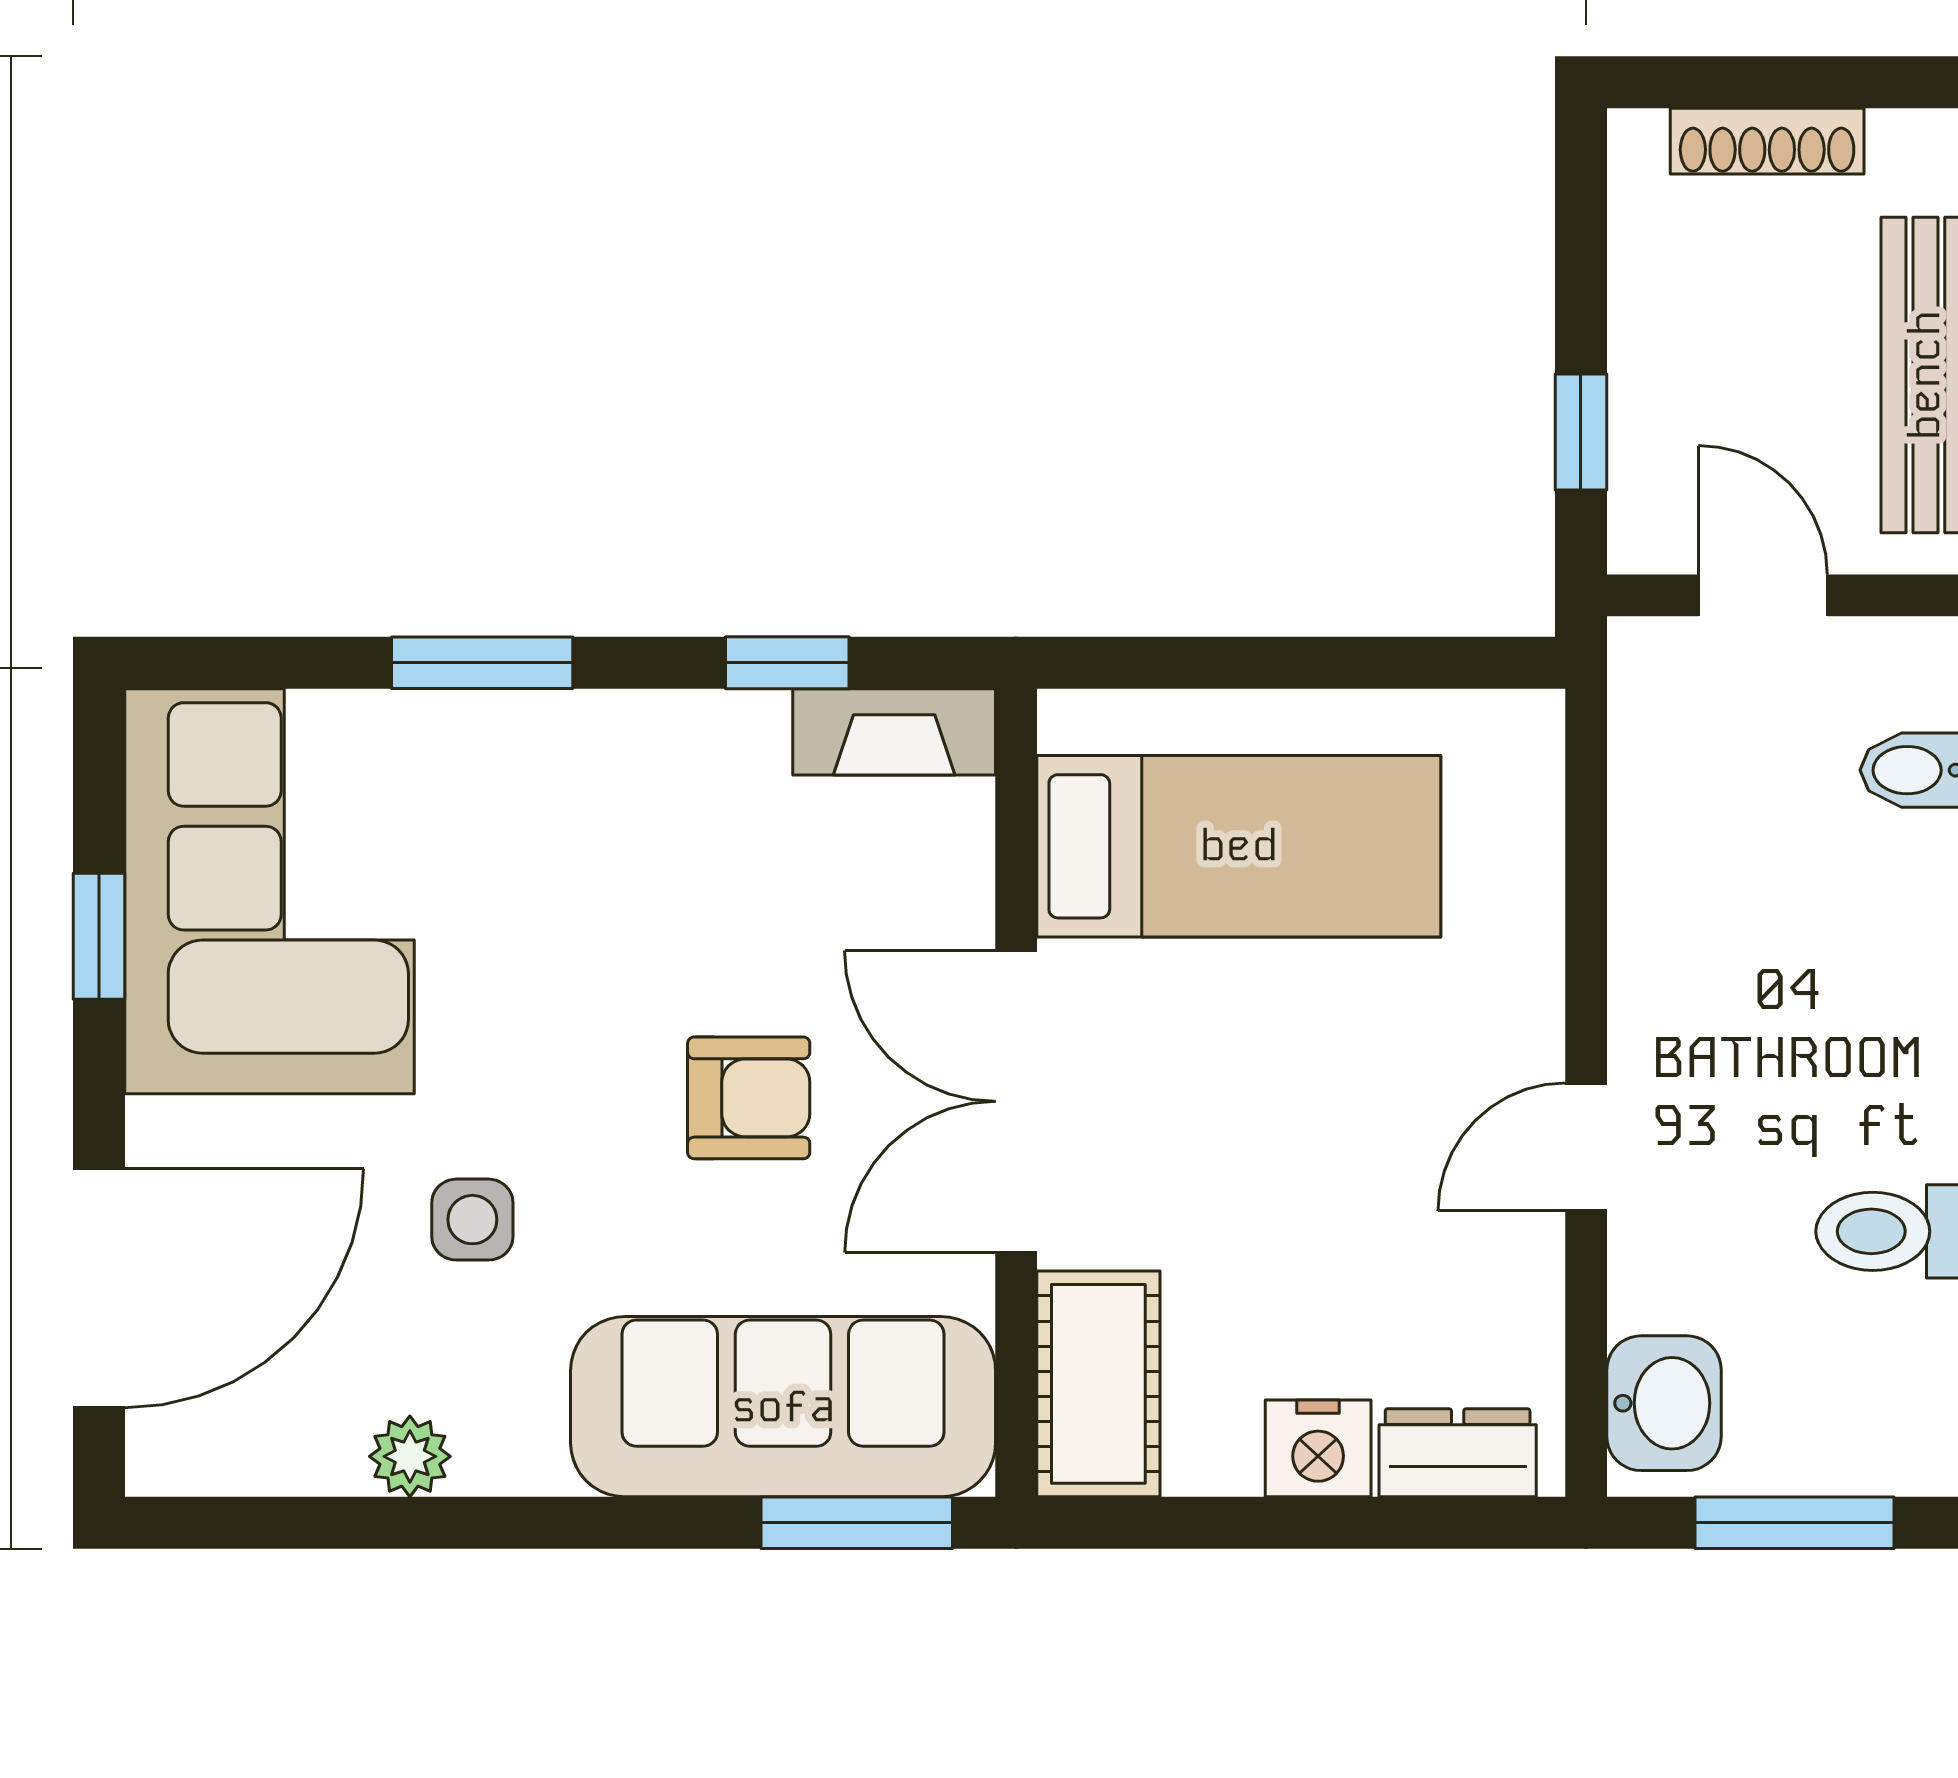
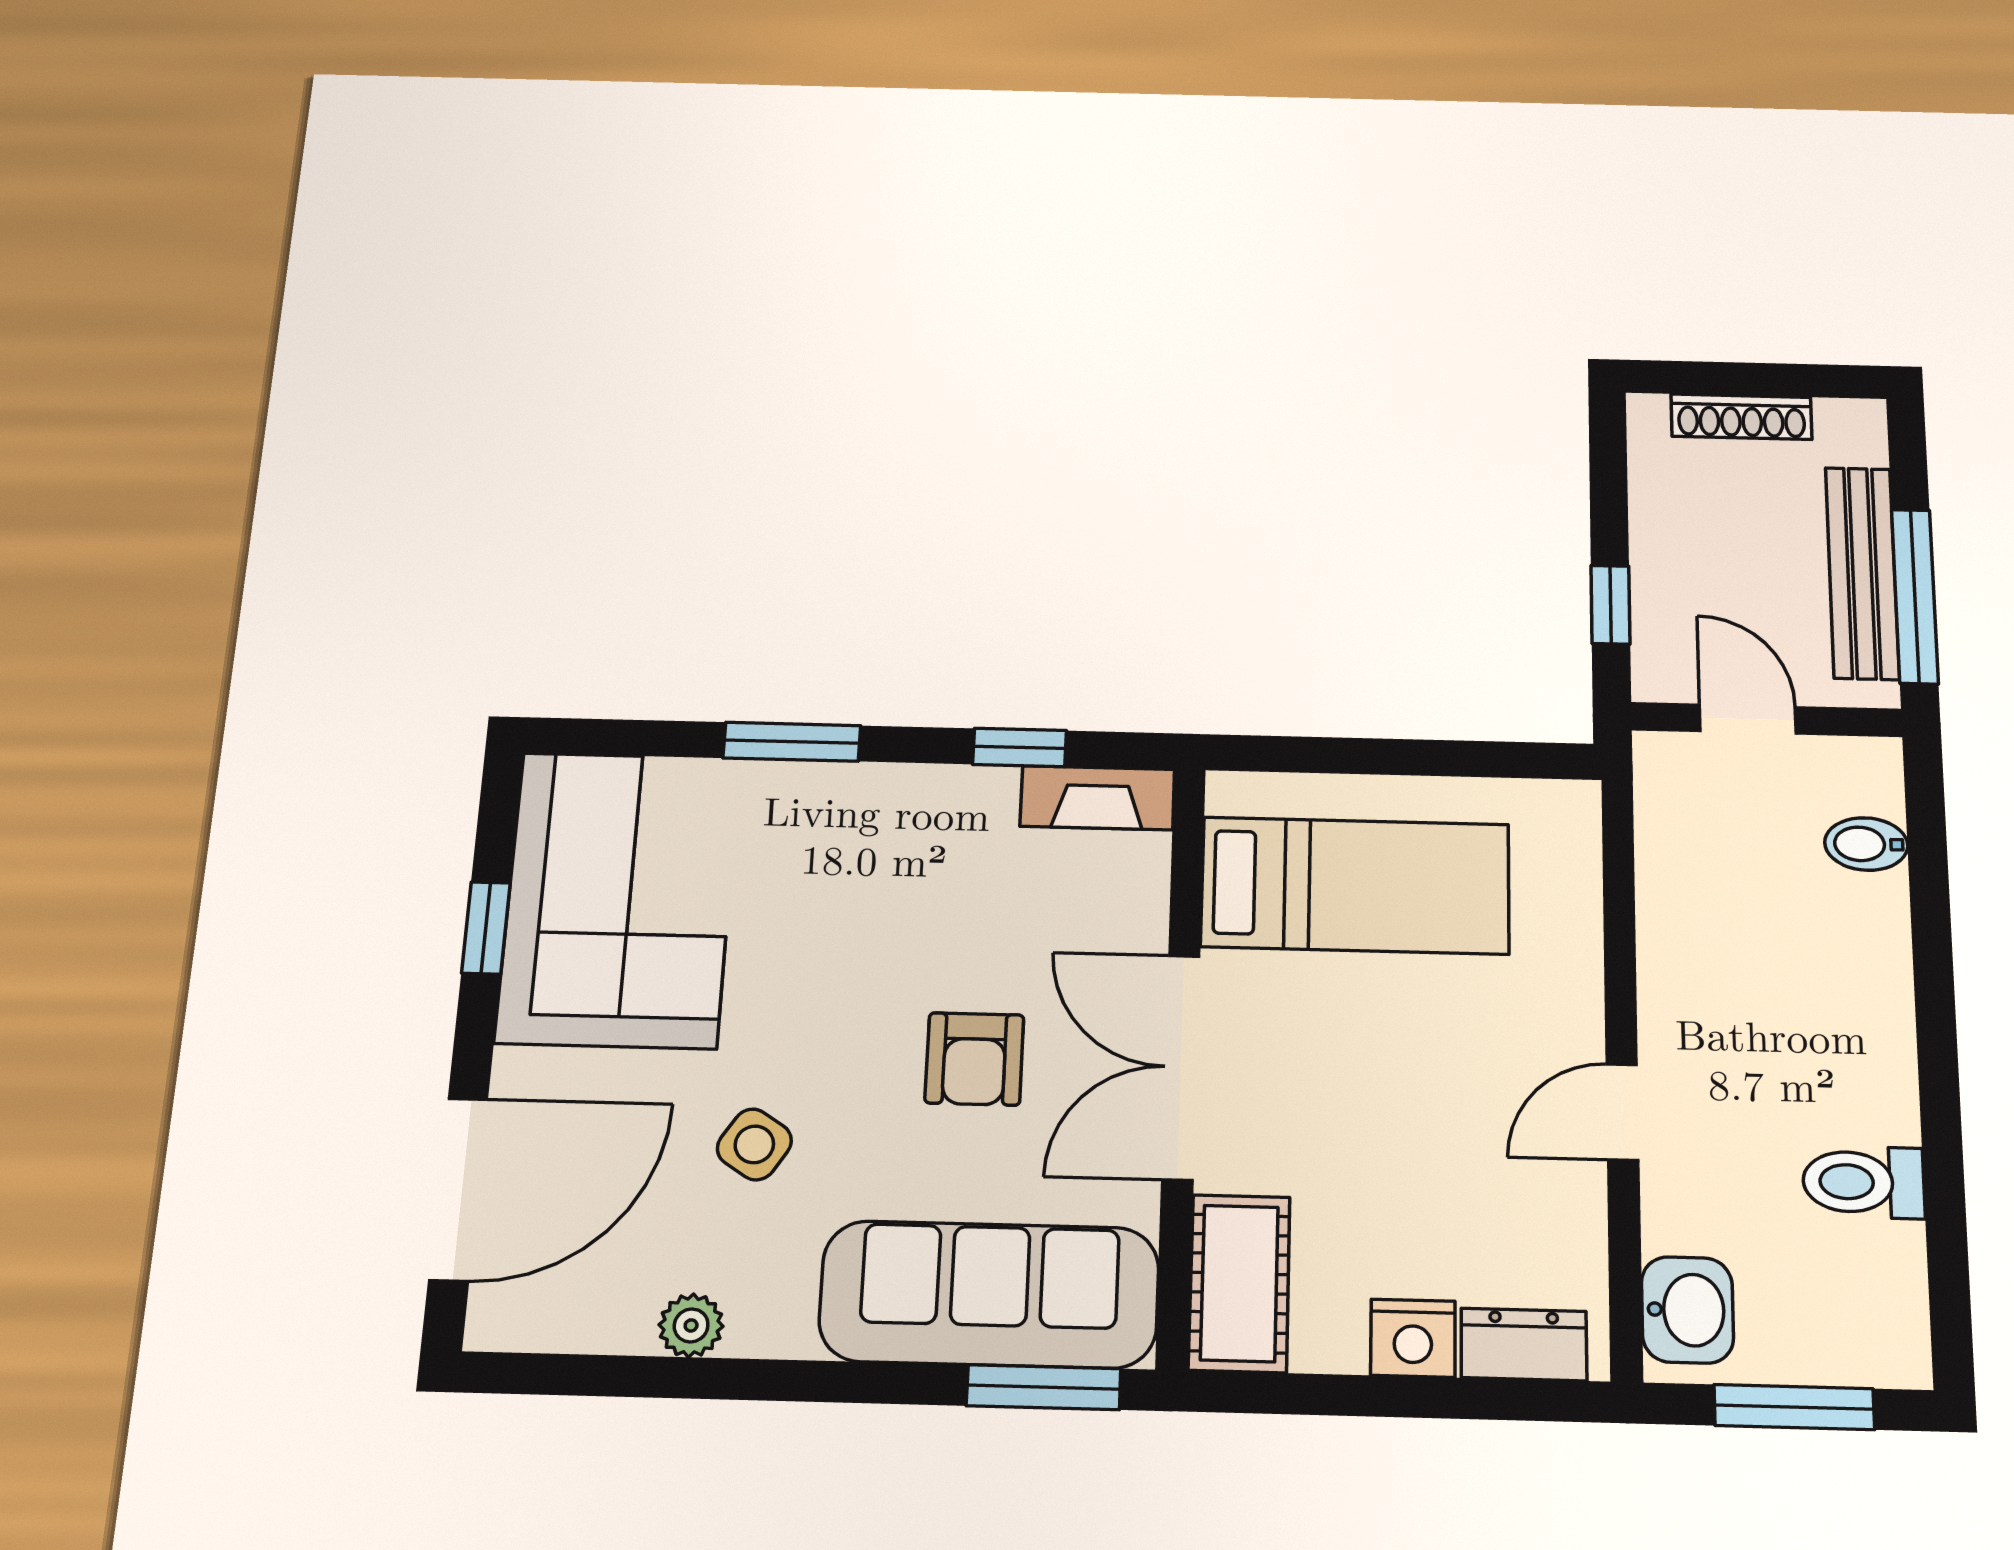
armchair: (749, 1098) -> (974, 1059), turned 90
side table: (472, 1220) -> (754, 1144), turned 33

